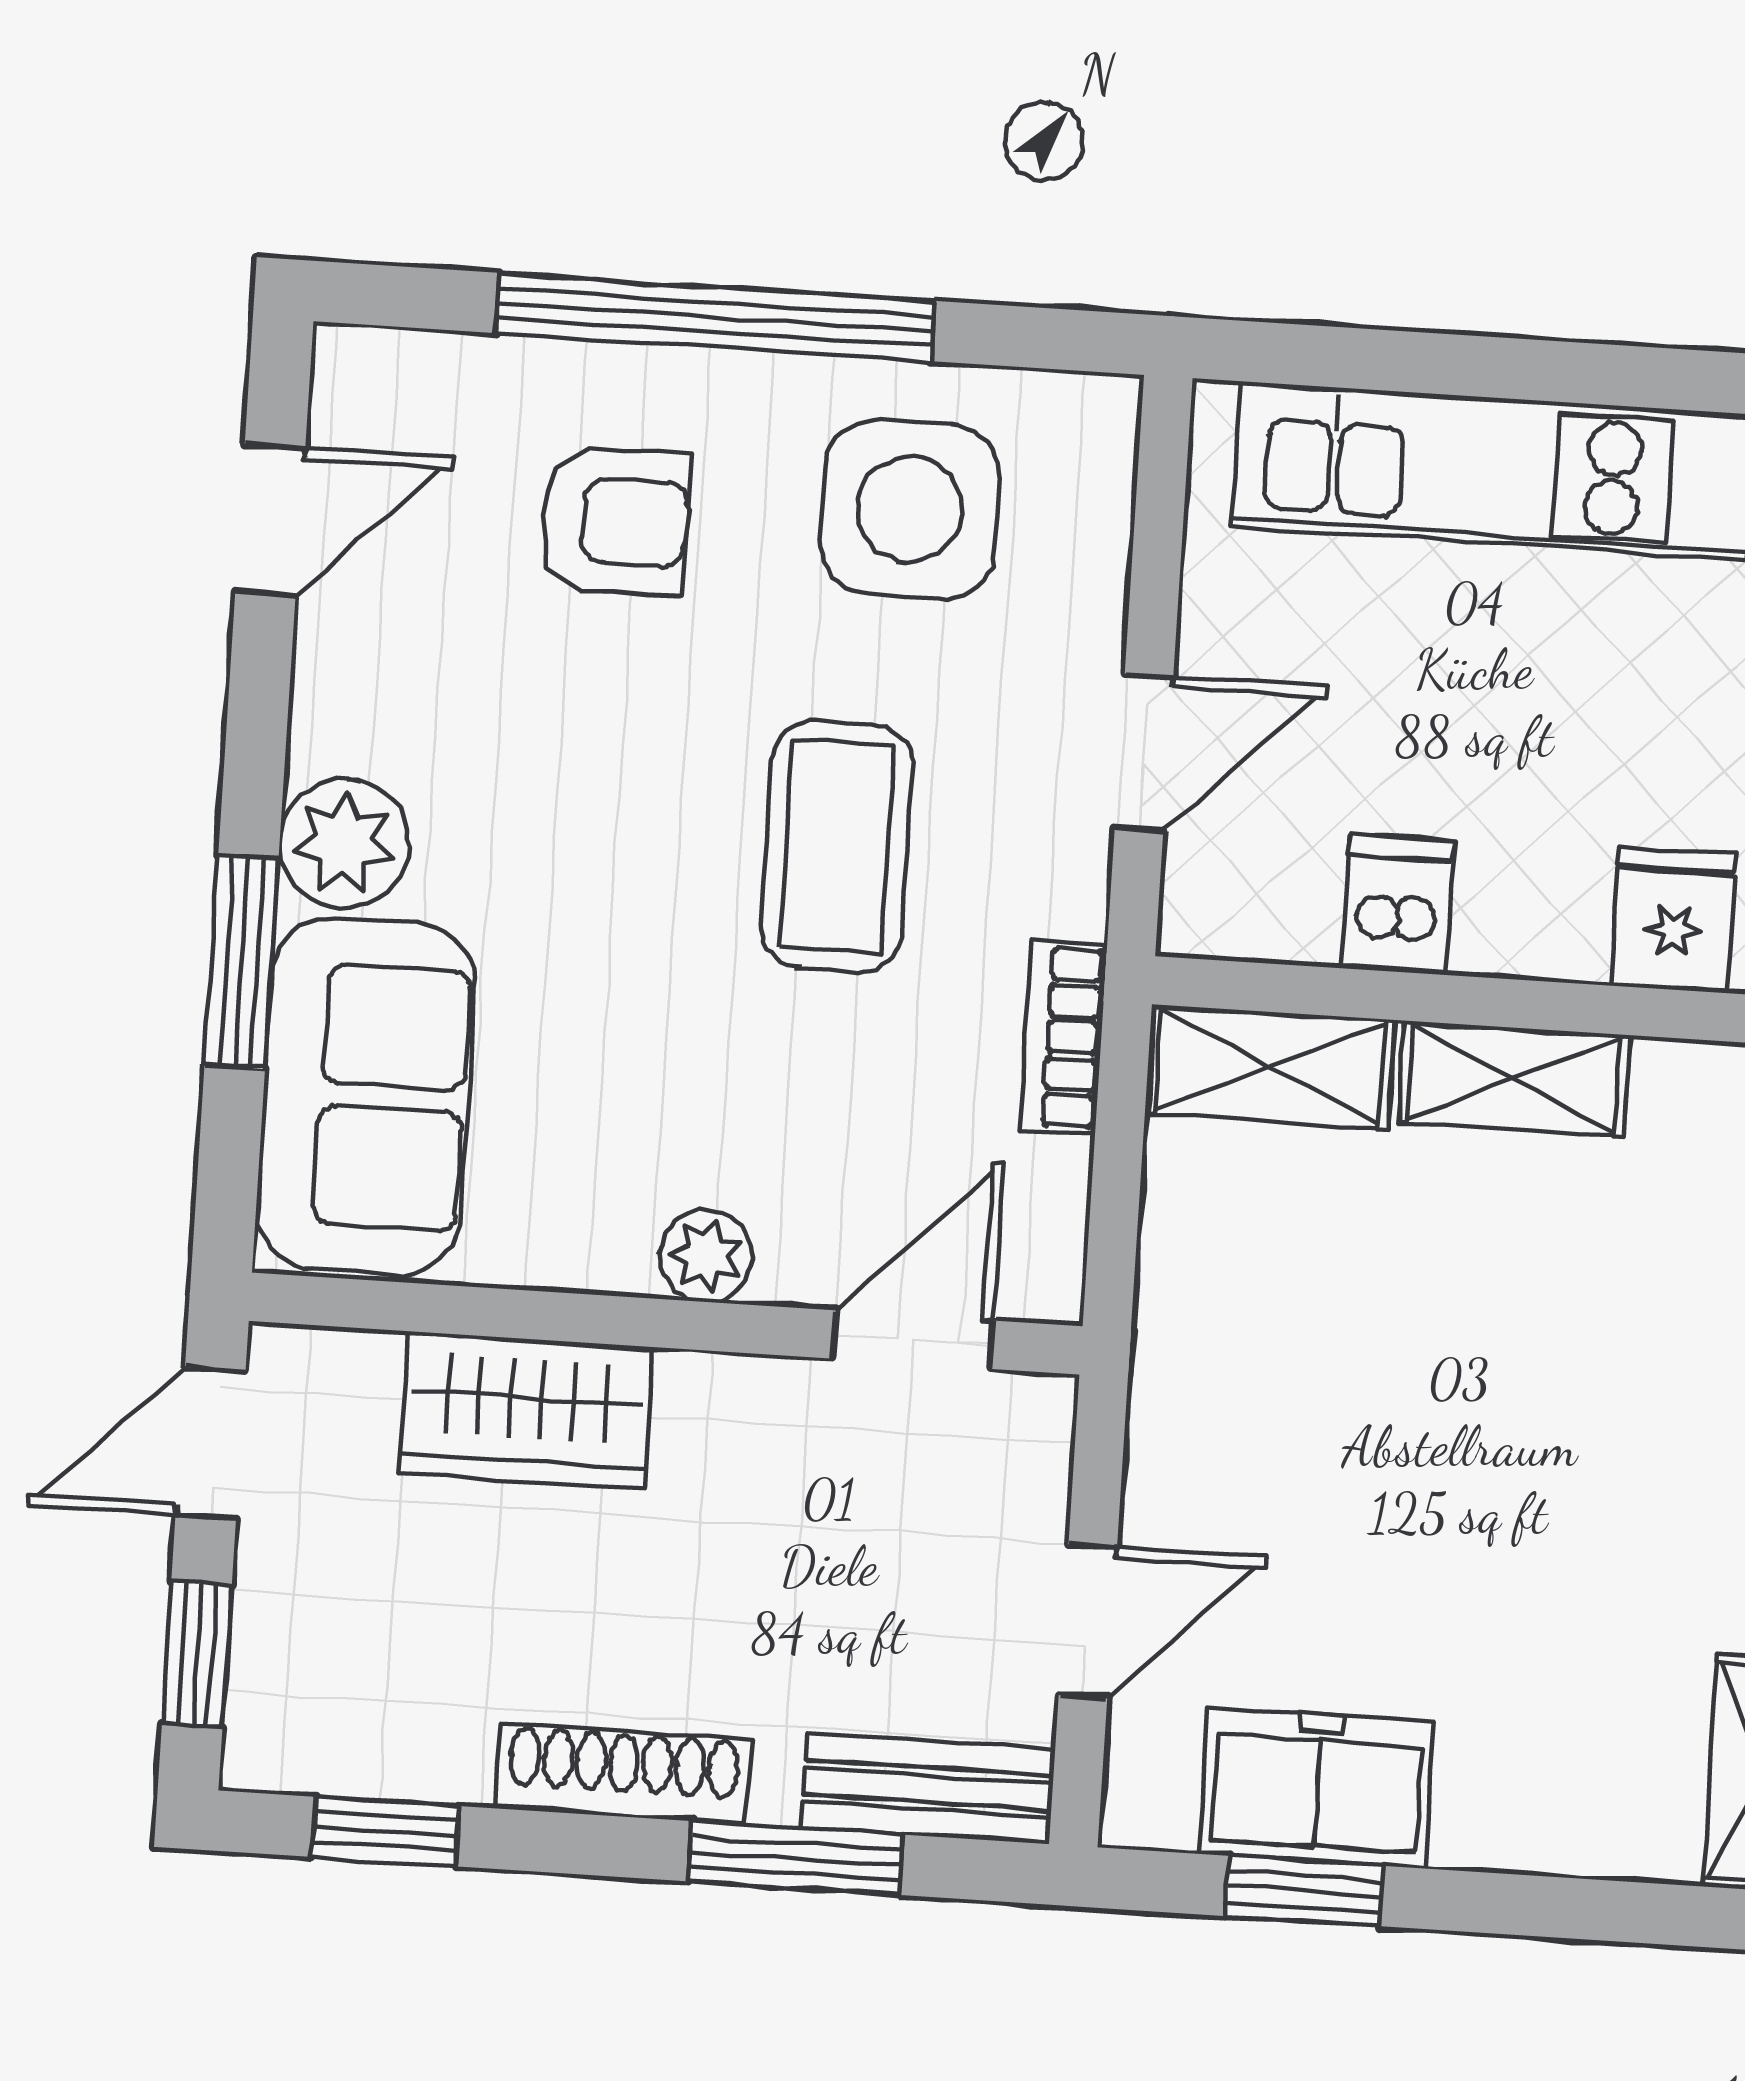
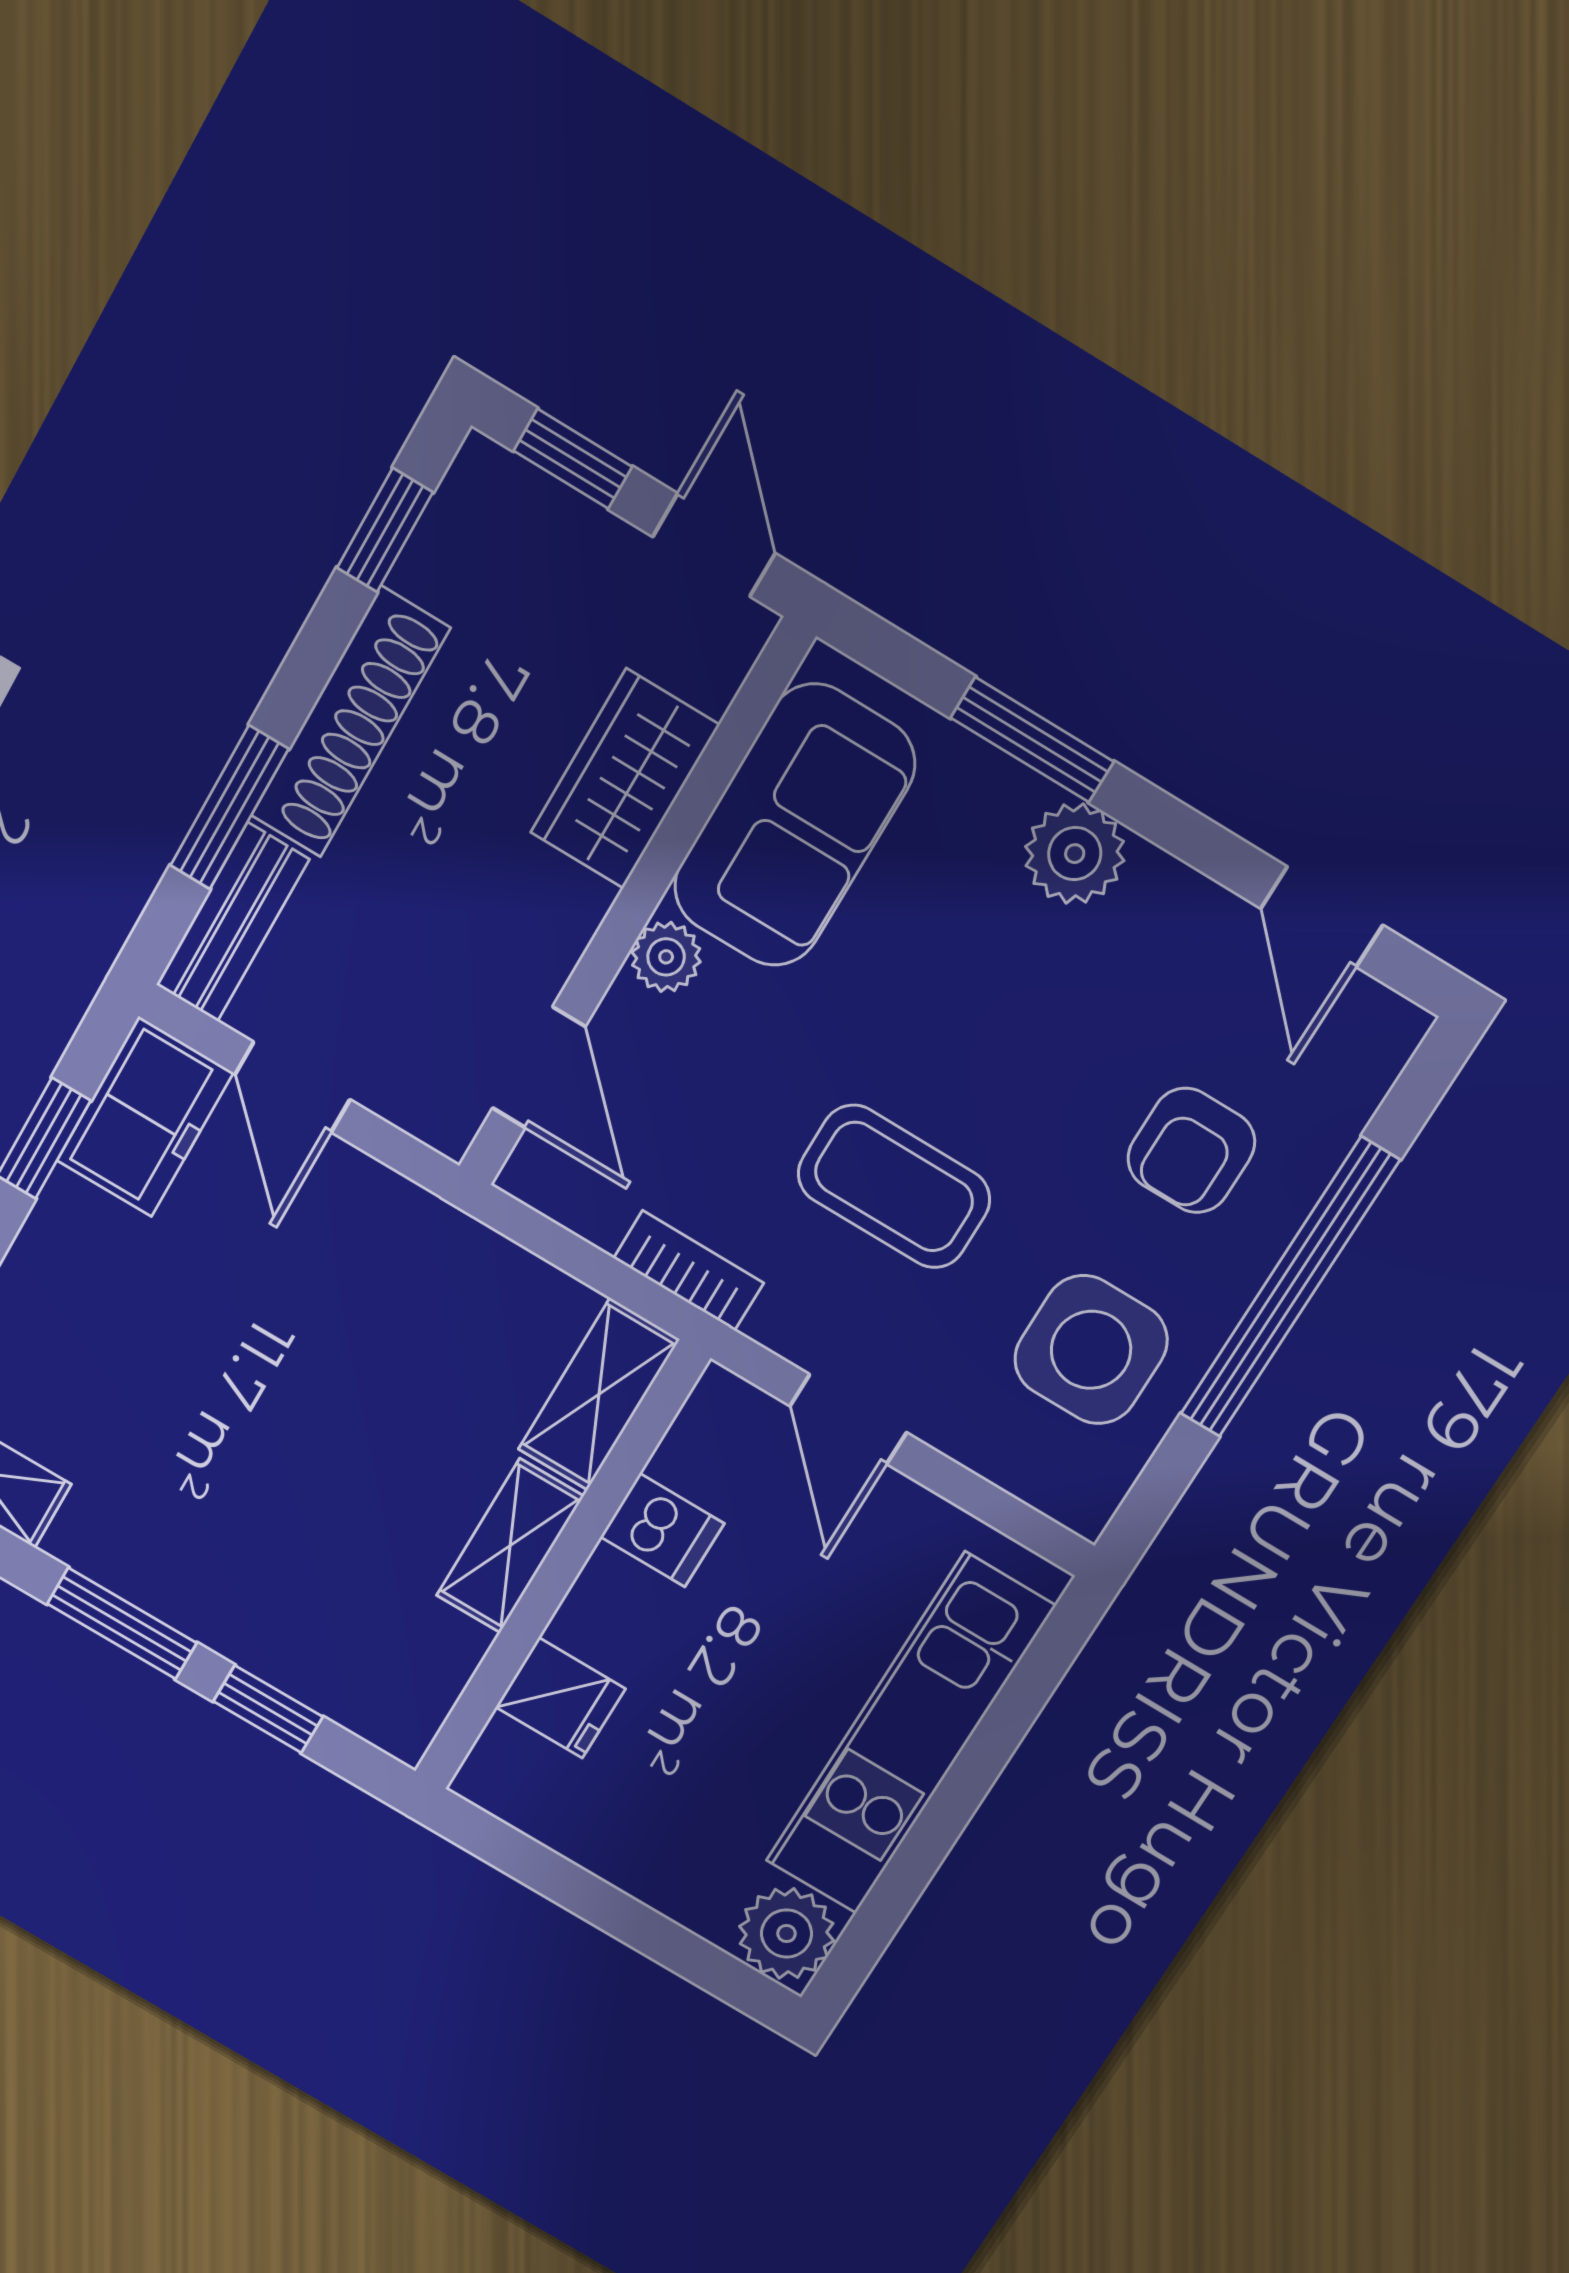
sofa: (365, 1096) -> (794, 825), moved, turned -90
shoe rack: (623, 1774) -> (350, 722), width x1.36, depth x1.24
freezer: (1317, 1788) -> (145, 1117), moved

